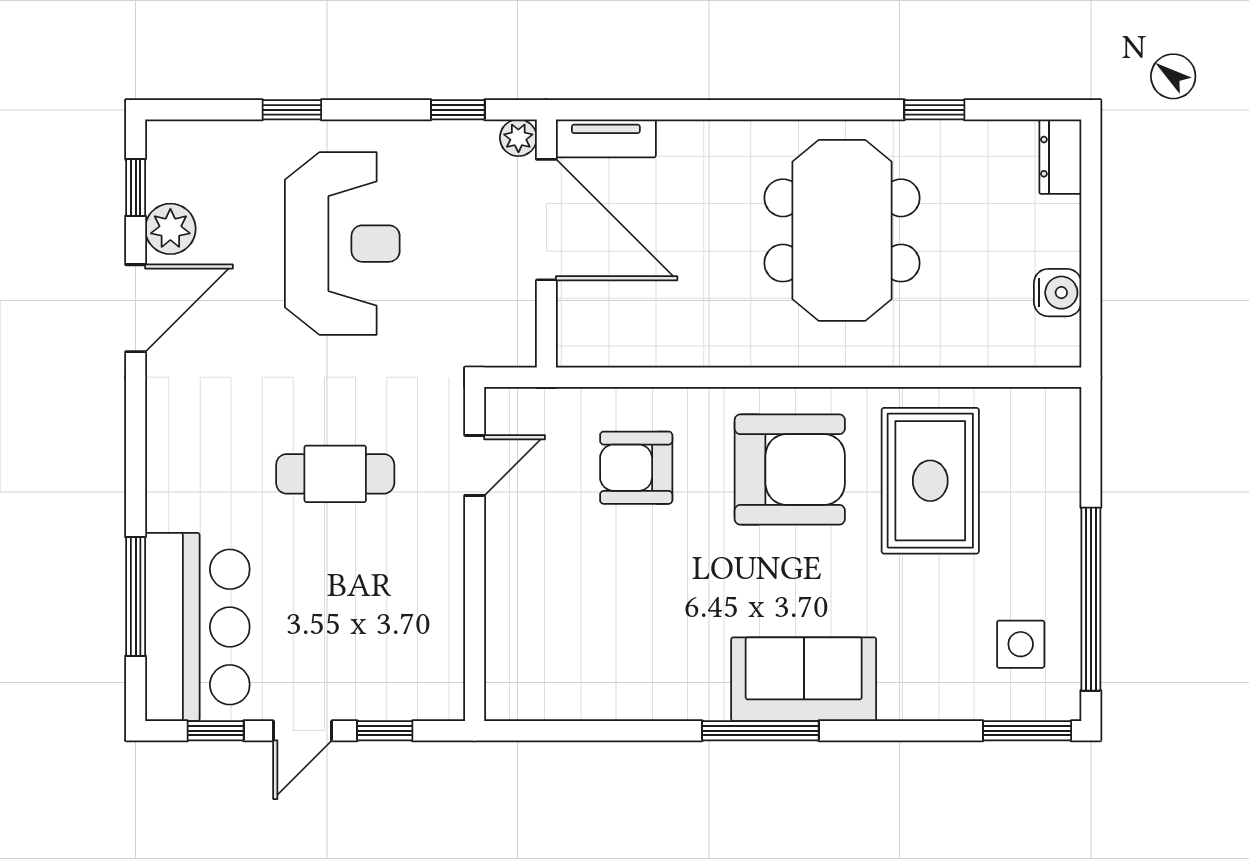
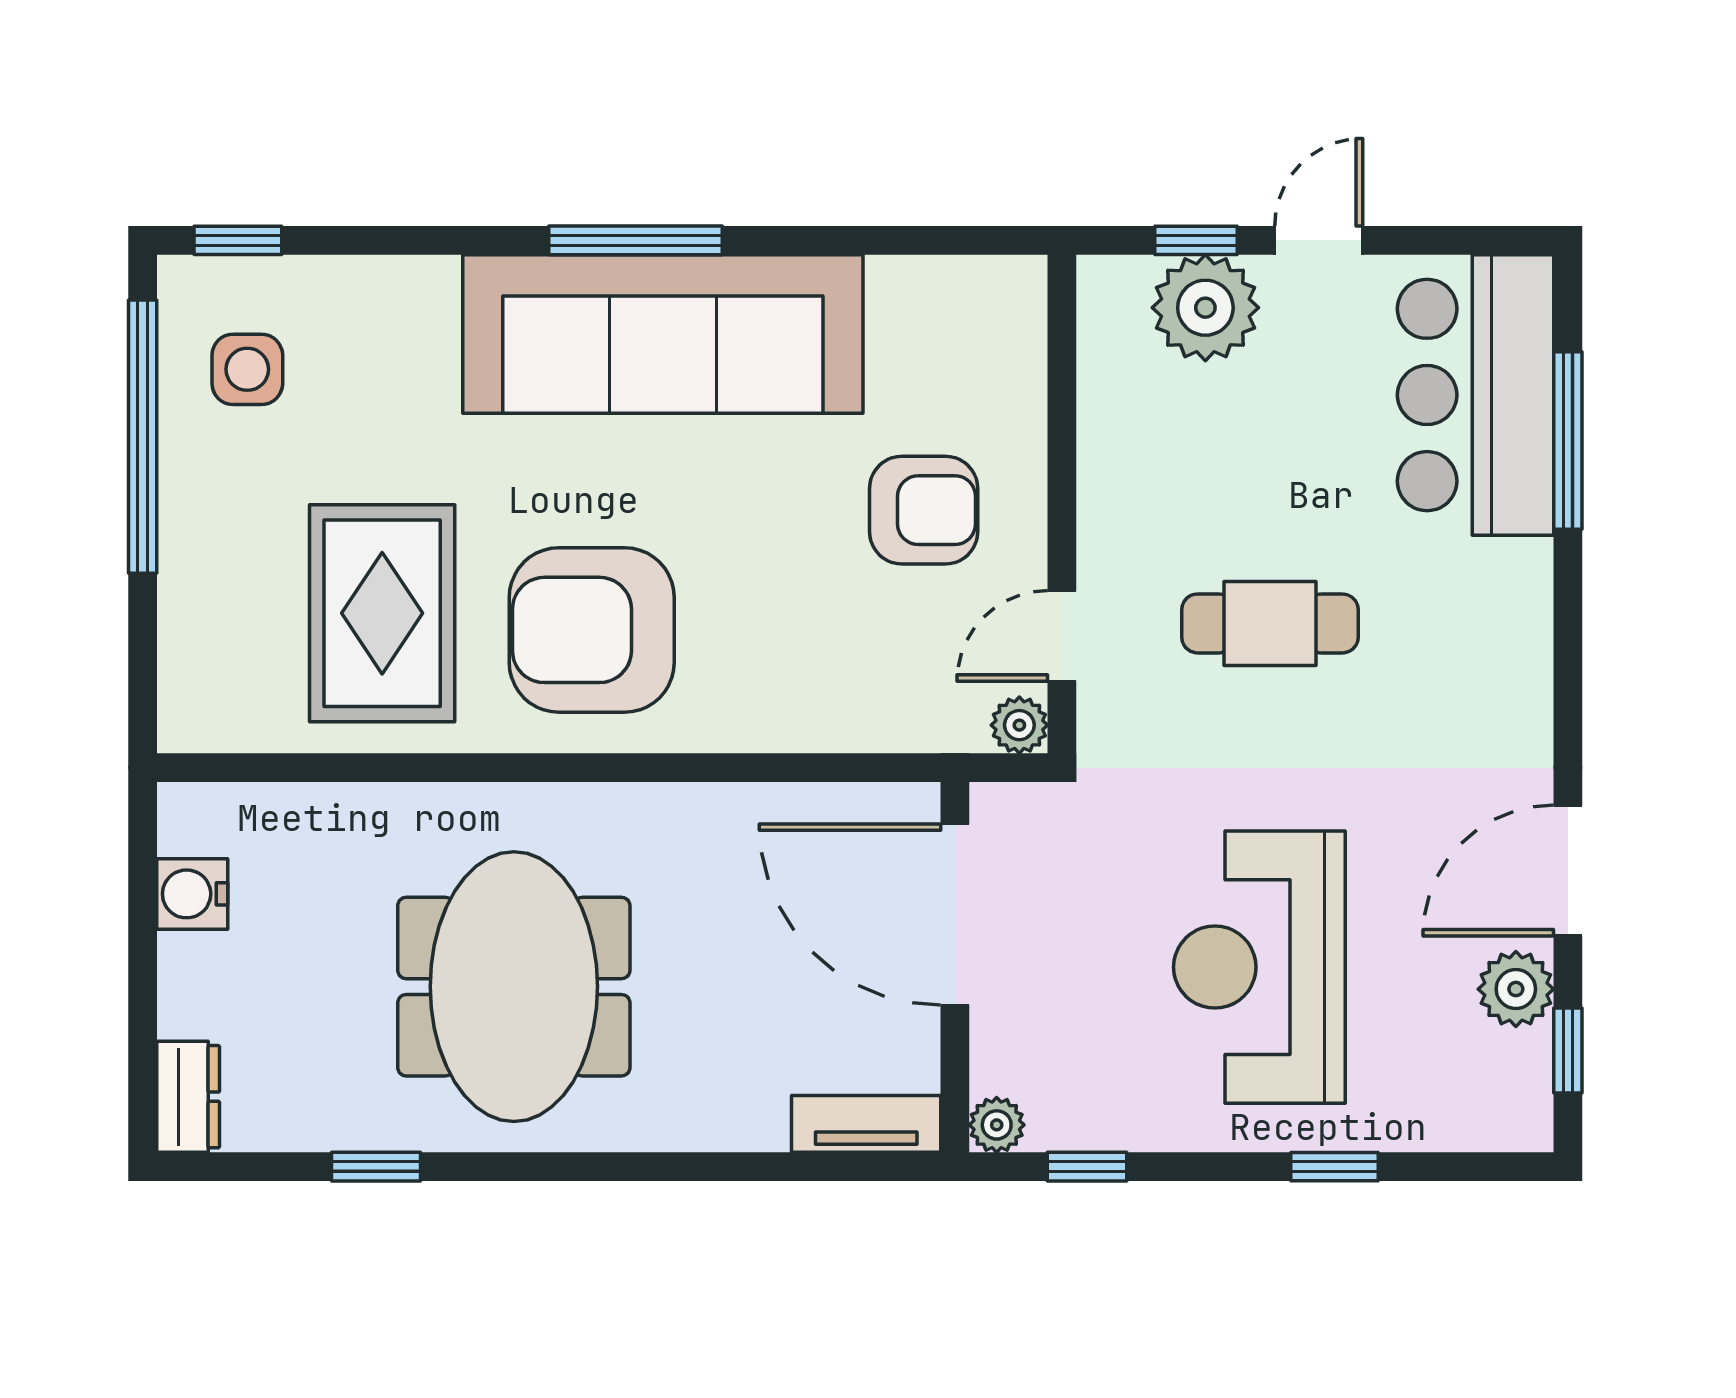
door: (546, 220) -> (955, 915), moved
plant: (503, 406) -> (1019, 725), added
armchair: (636, 468) -> (924, 510), moved
sofa: (804, 679) -> (663, 334), width x1.85, depth x1.27
plant: (378, 686) -> (1205, 308), added
window: (216, 731) -> (1448, 240), removed
window: (1027, 731) -> (238, 240), width x0.67

